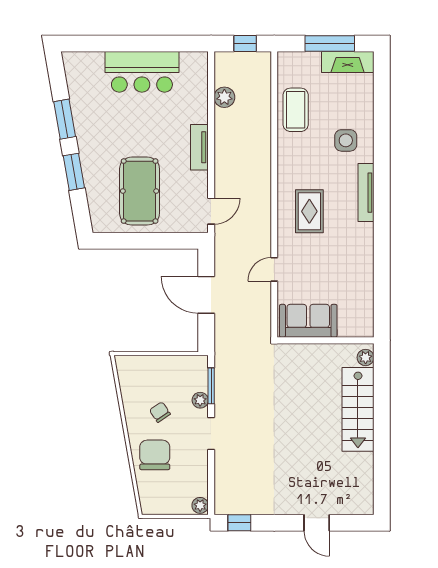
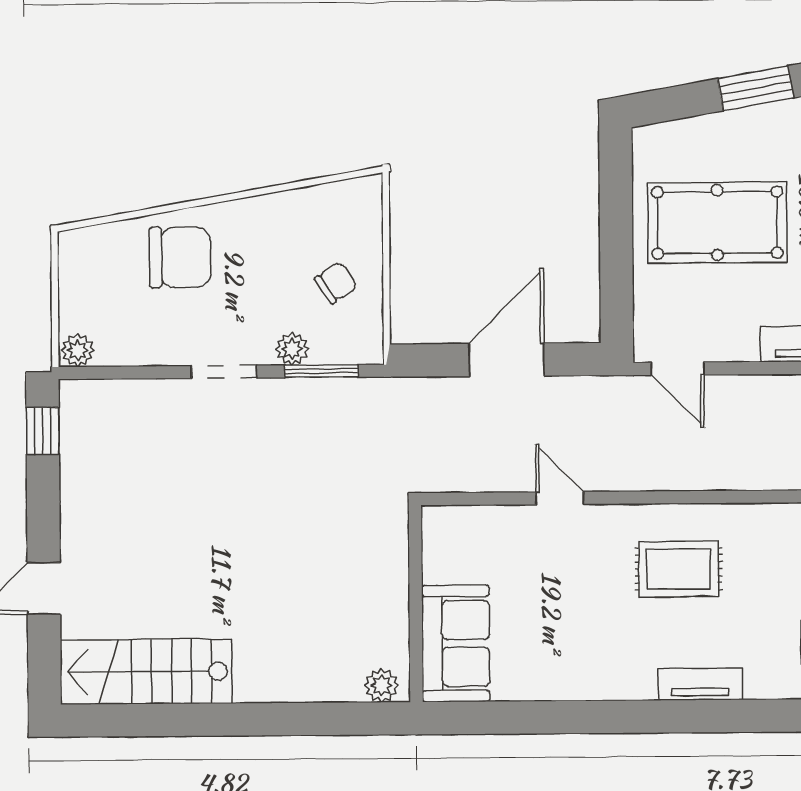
tv unit: (366, 193) -> (700, 684), width x0.71
sofa: (308, 321) -> (456, 643), moved
stairs: (358, 409) -> (146, 672), moved
chair: (160, 412) -> (336, 283), moved

